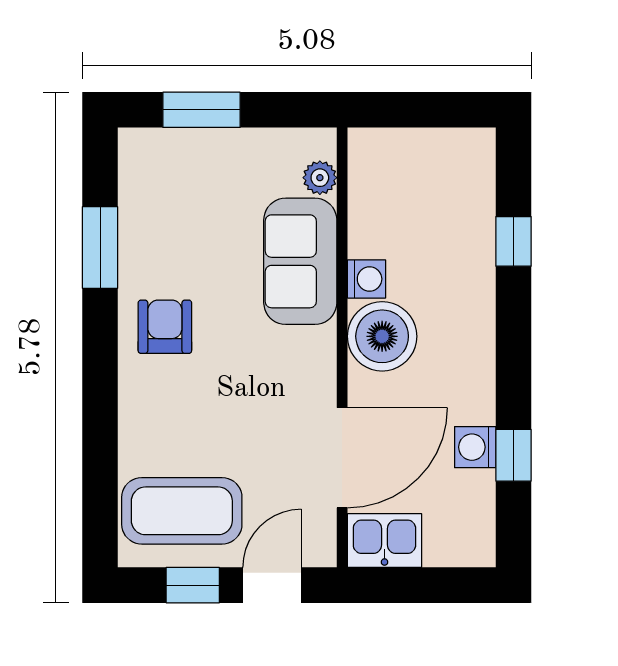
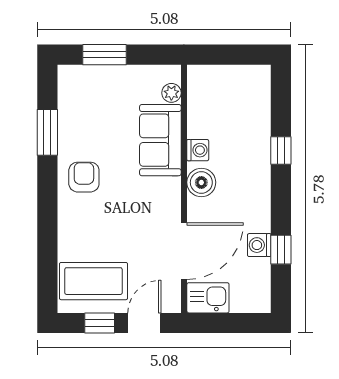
window: (513, 241) -> (281, 150), moved
boiler: (382, 336) -> (201, 182), width x0.73, depth x0.73

